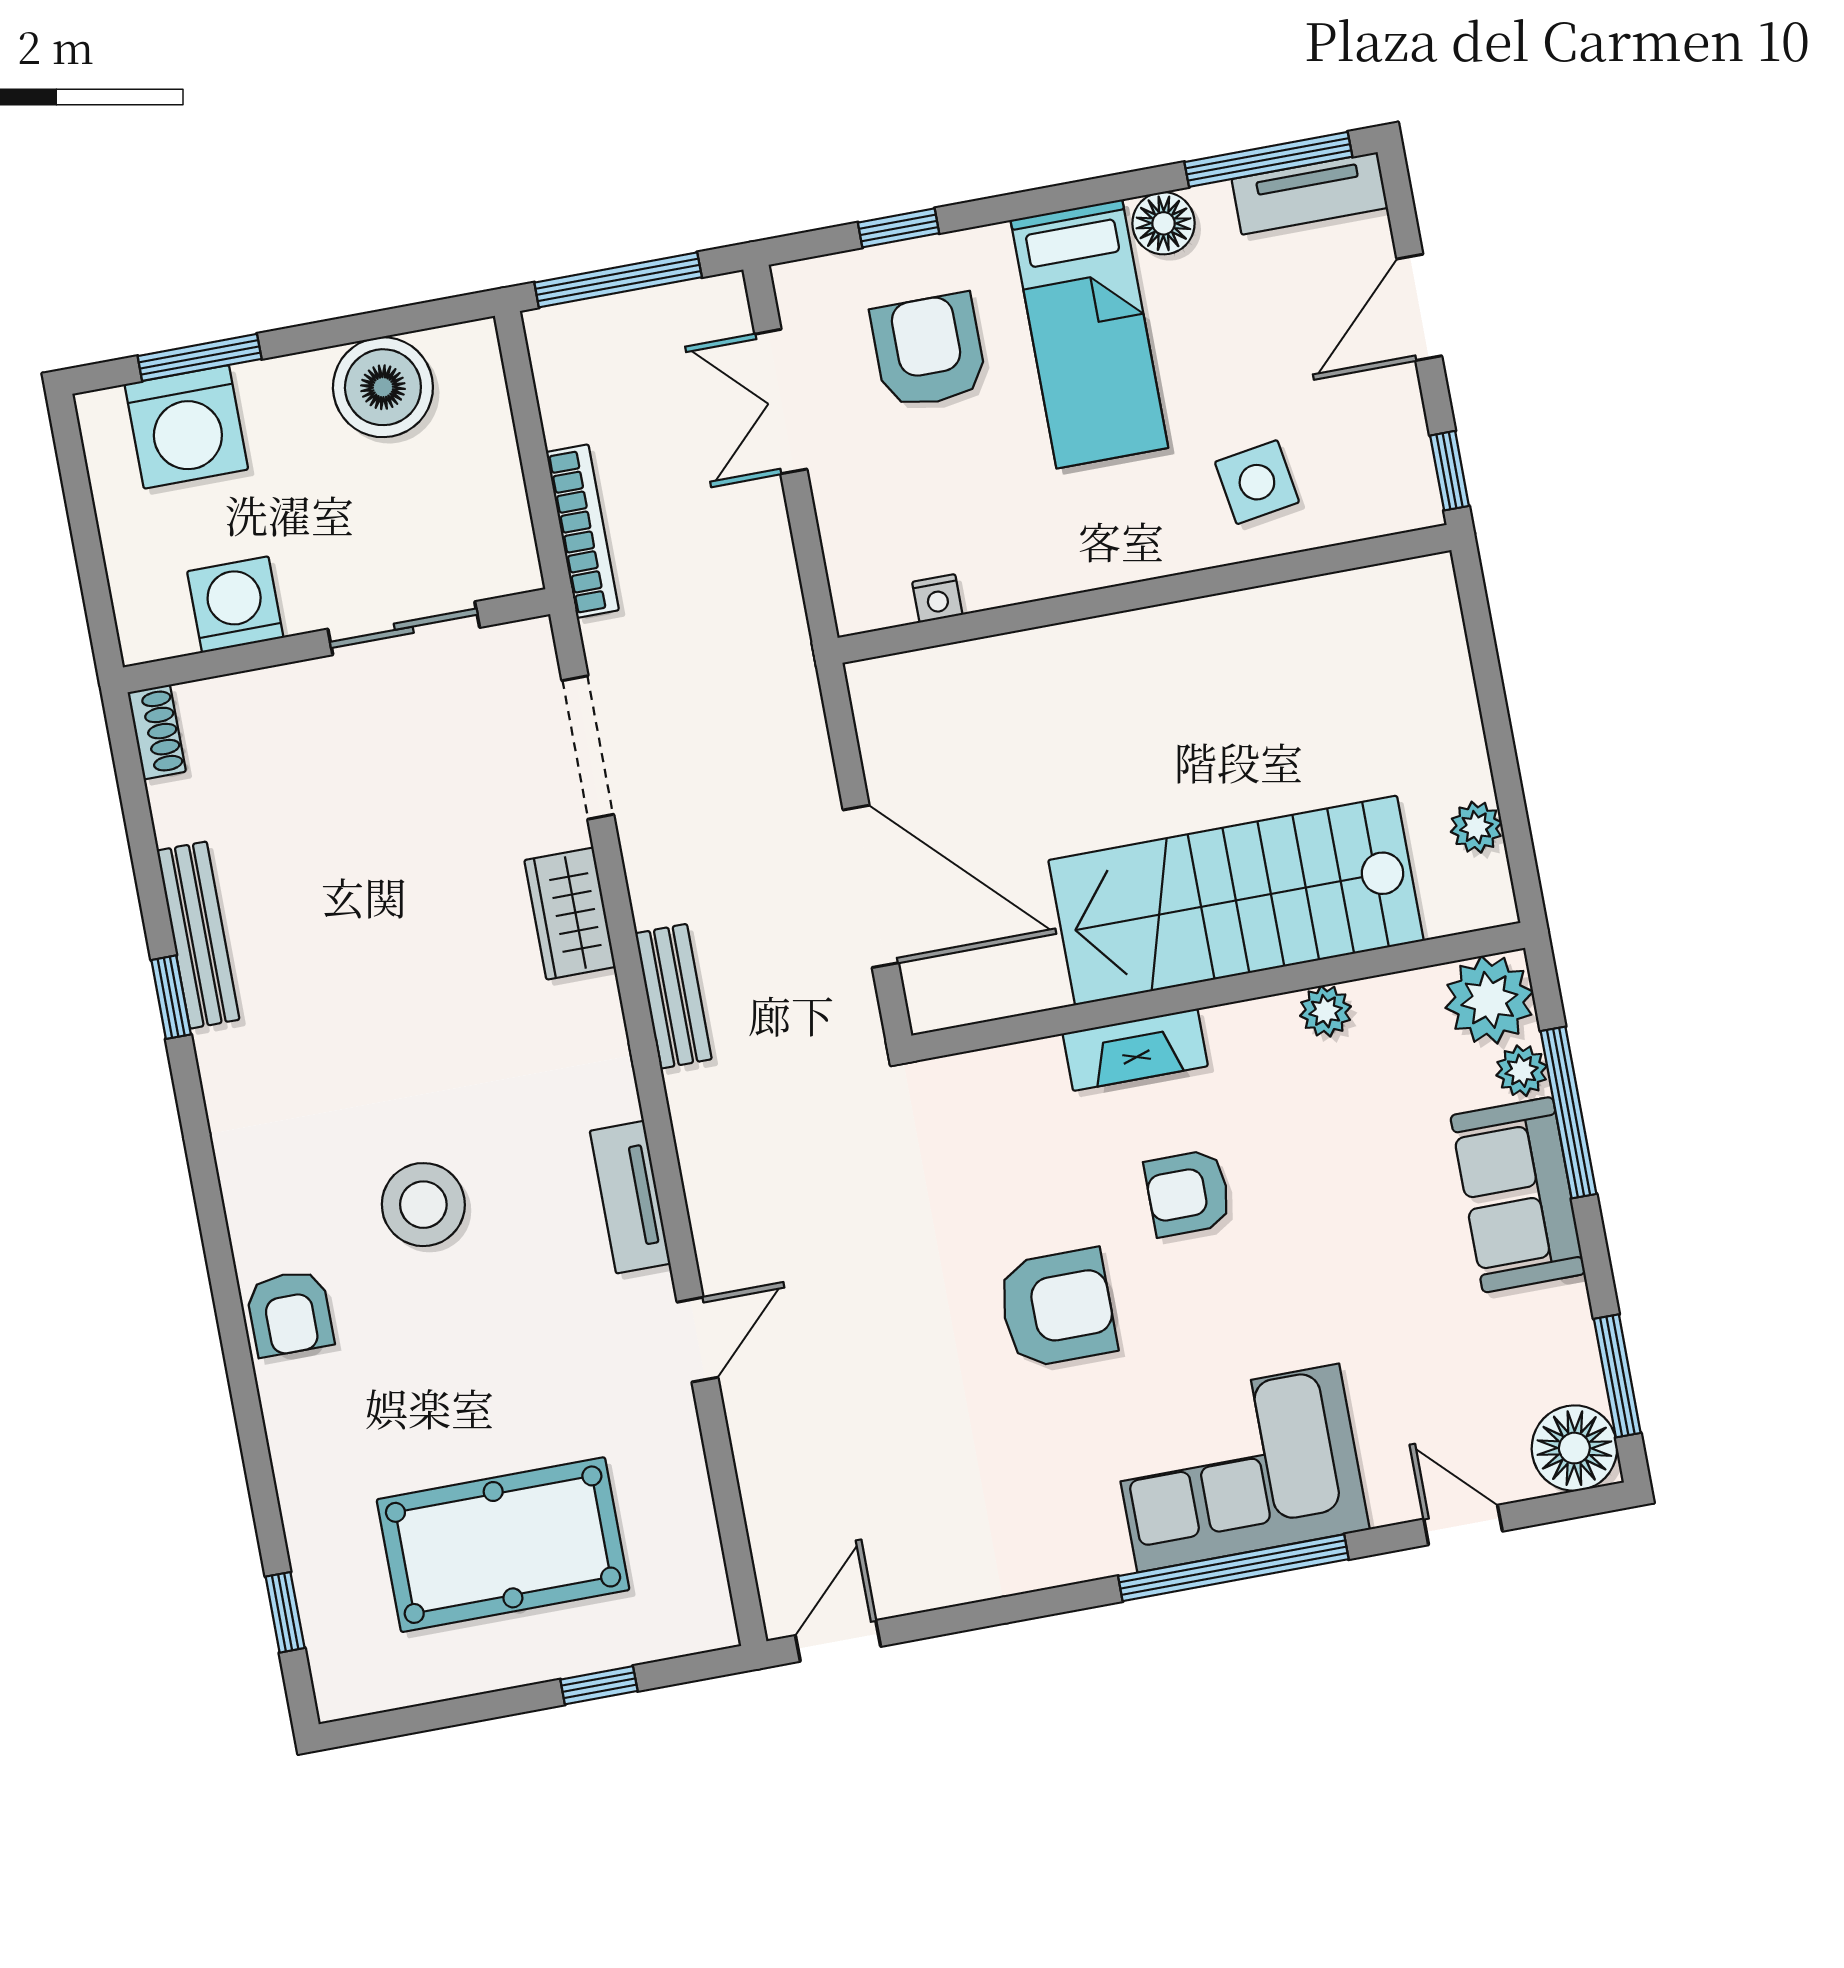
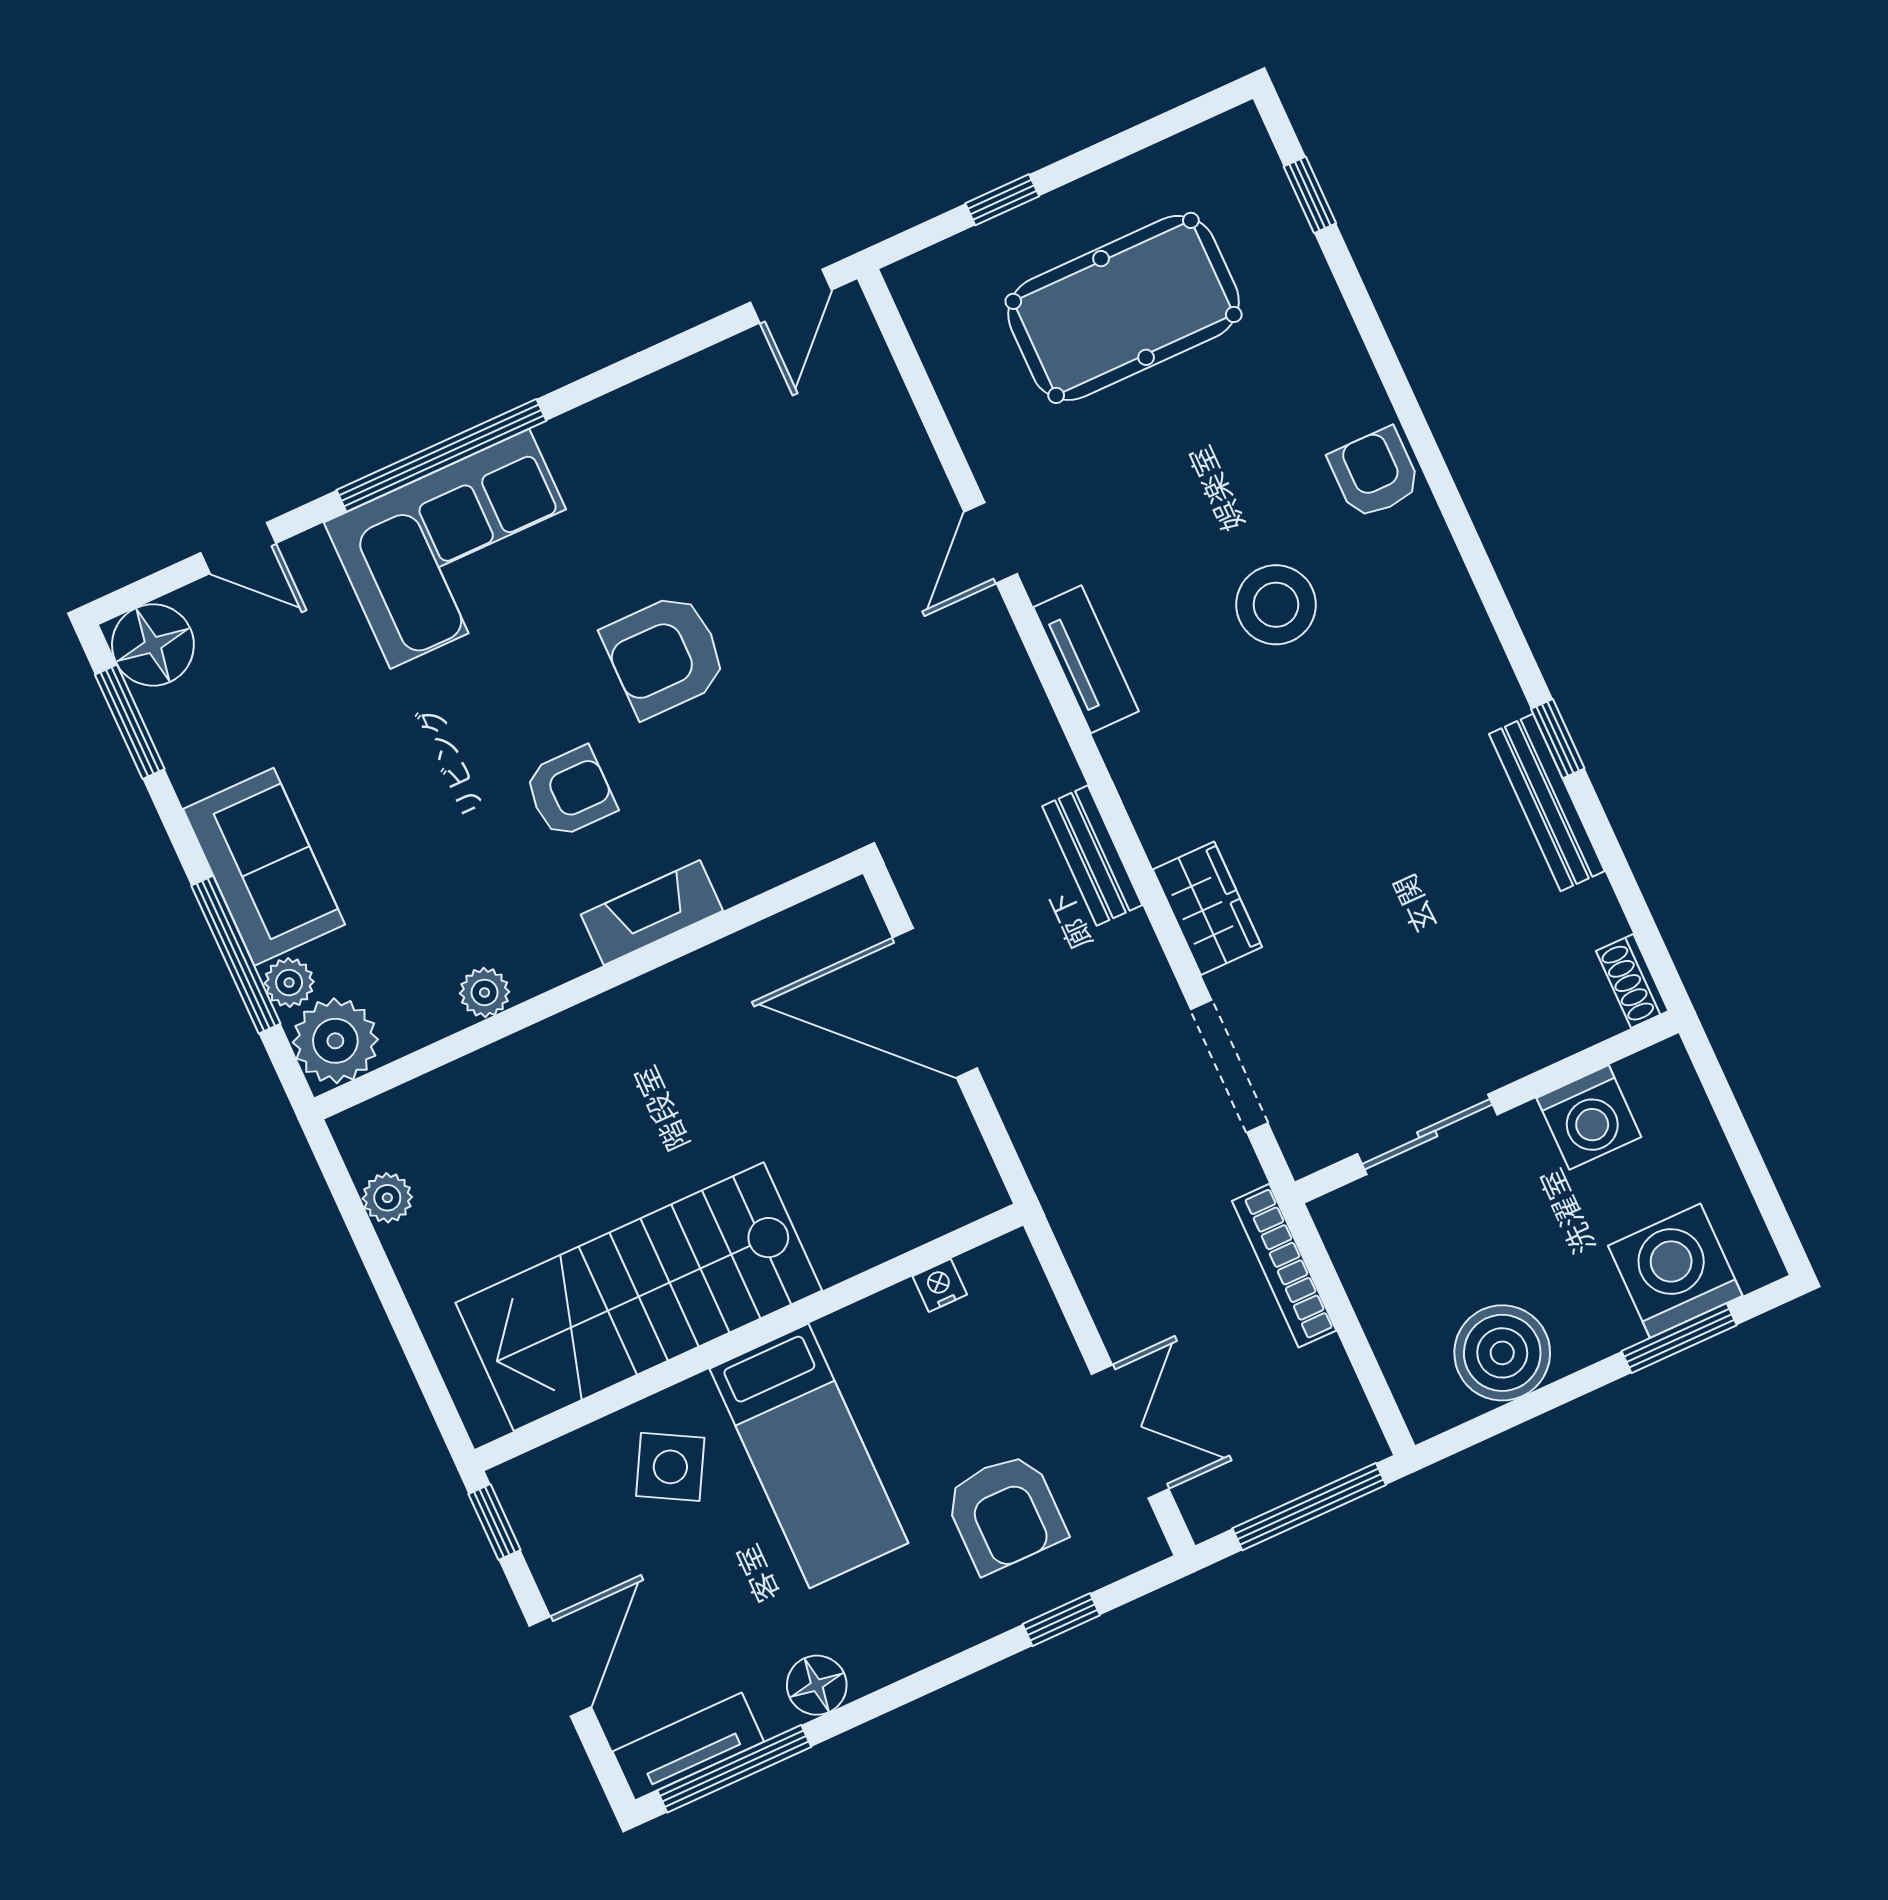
bed: (1089, 334) -> (809, 1456), moved, turned 180
side table: (1257, 482) -> (670, 1467), turned 38
stairs: (1236, 900) -> (639, 1297), moved, turned 180

